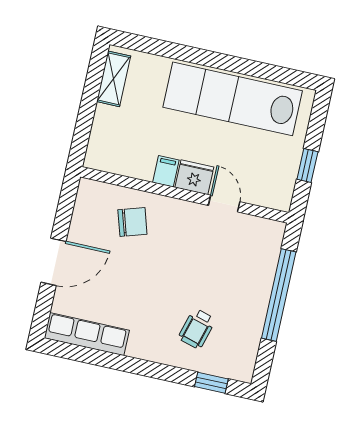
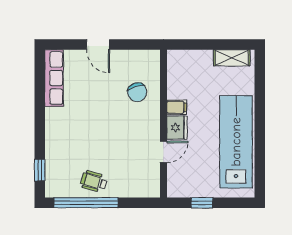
door: (53, 262) -> (98, 44), width x0.73
window: (279, 295) -> (86, 203), moved
wheelchair: (197, 329) -> (94, 182), moved

